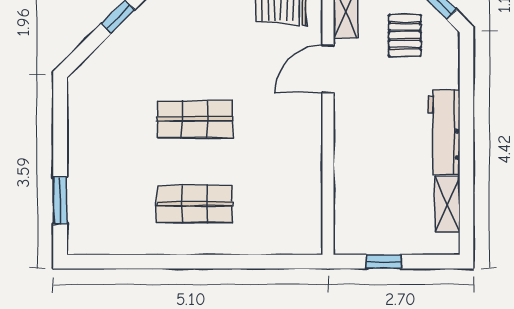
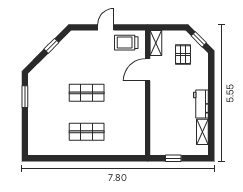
workbench: (444, 132) -> (201, 104), width x0.73
window: (60, 200) -> (25, 97), moved

